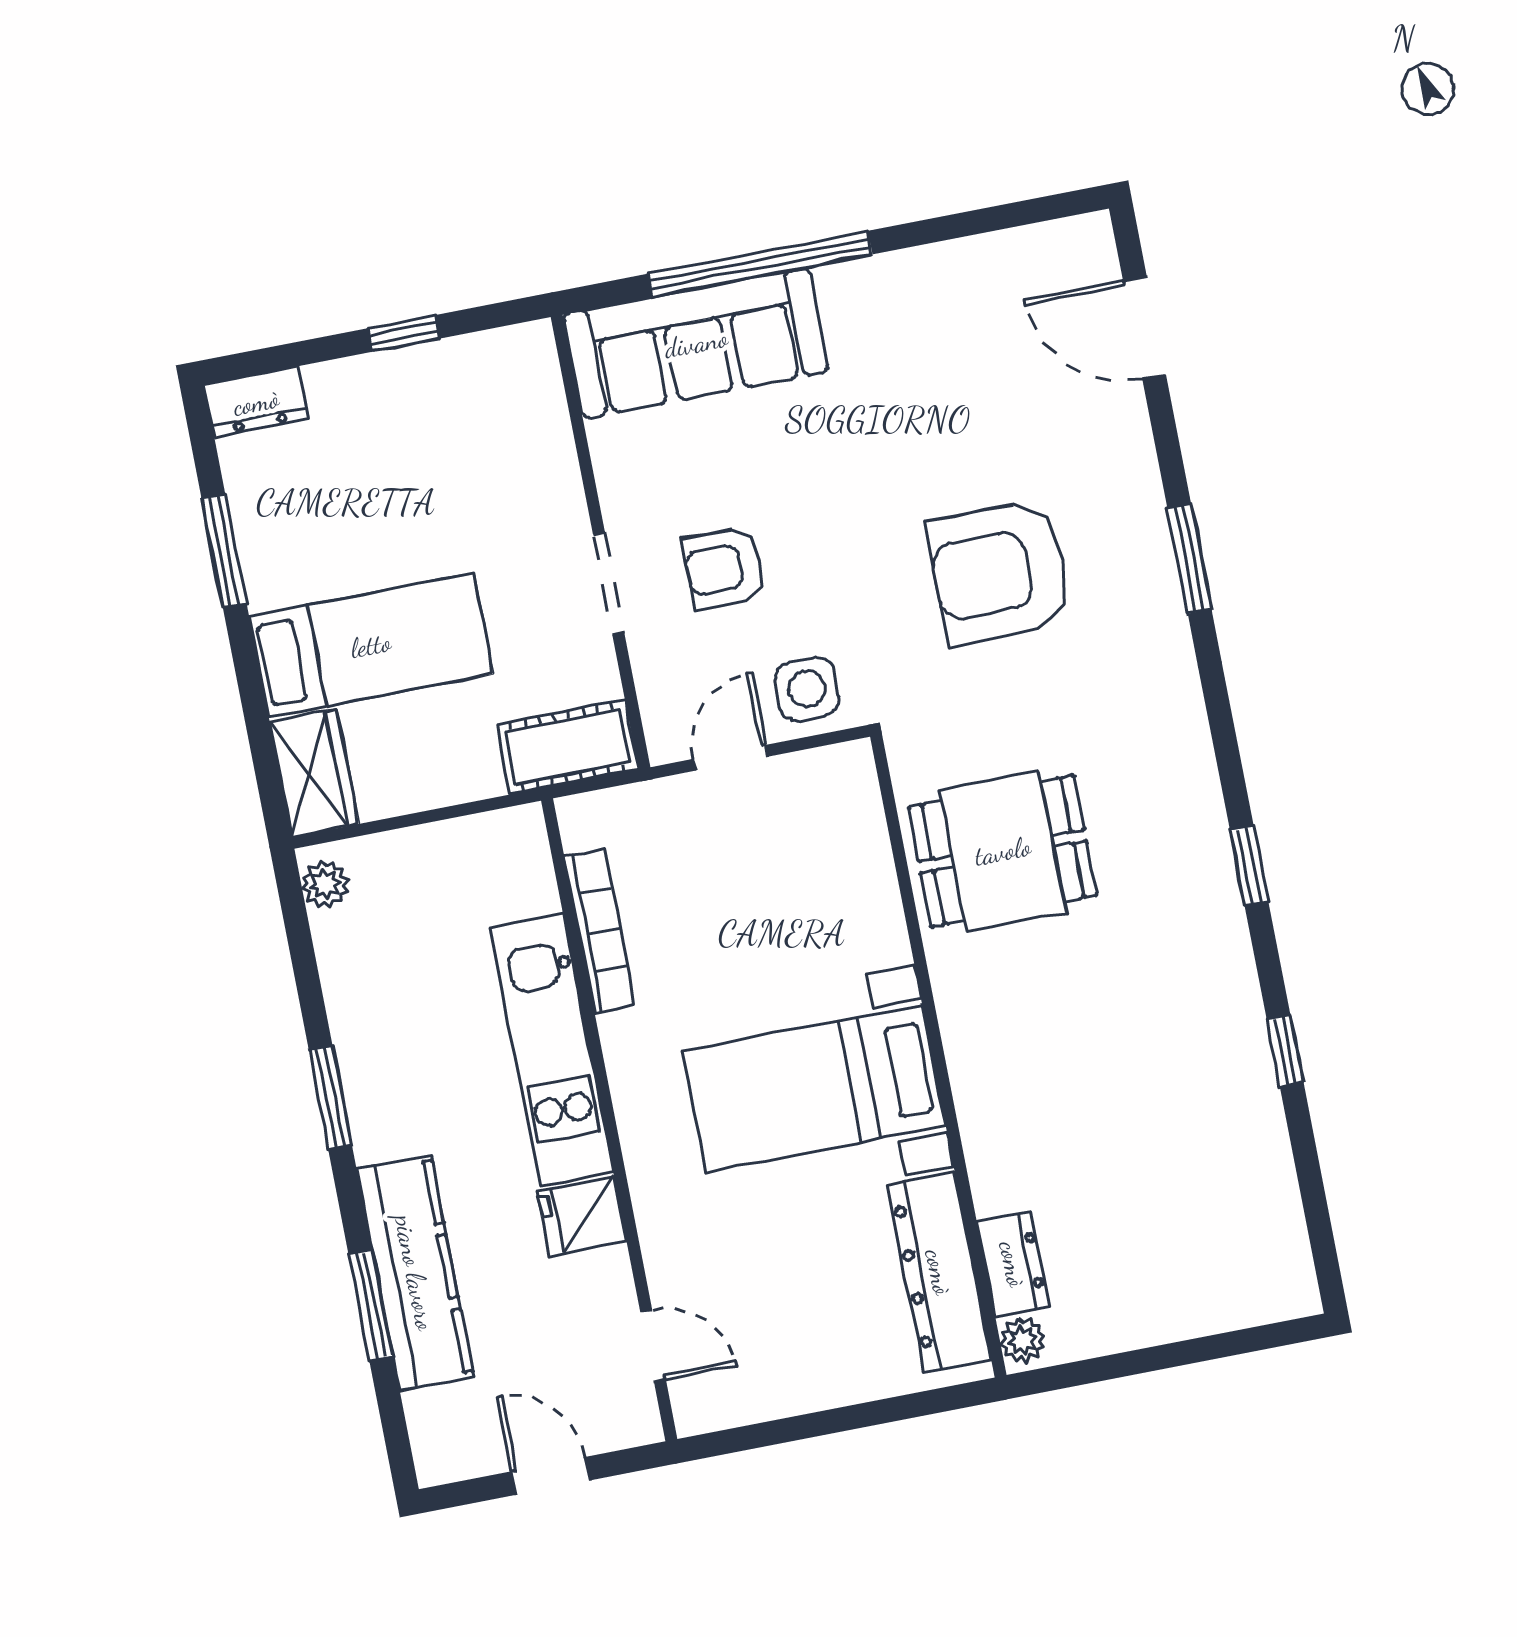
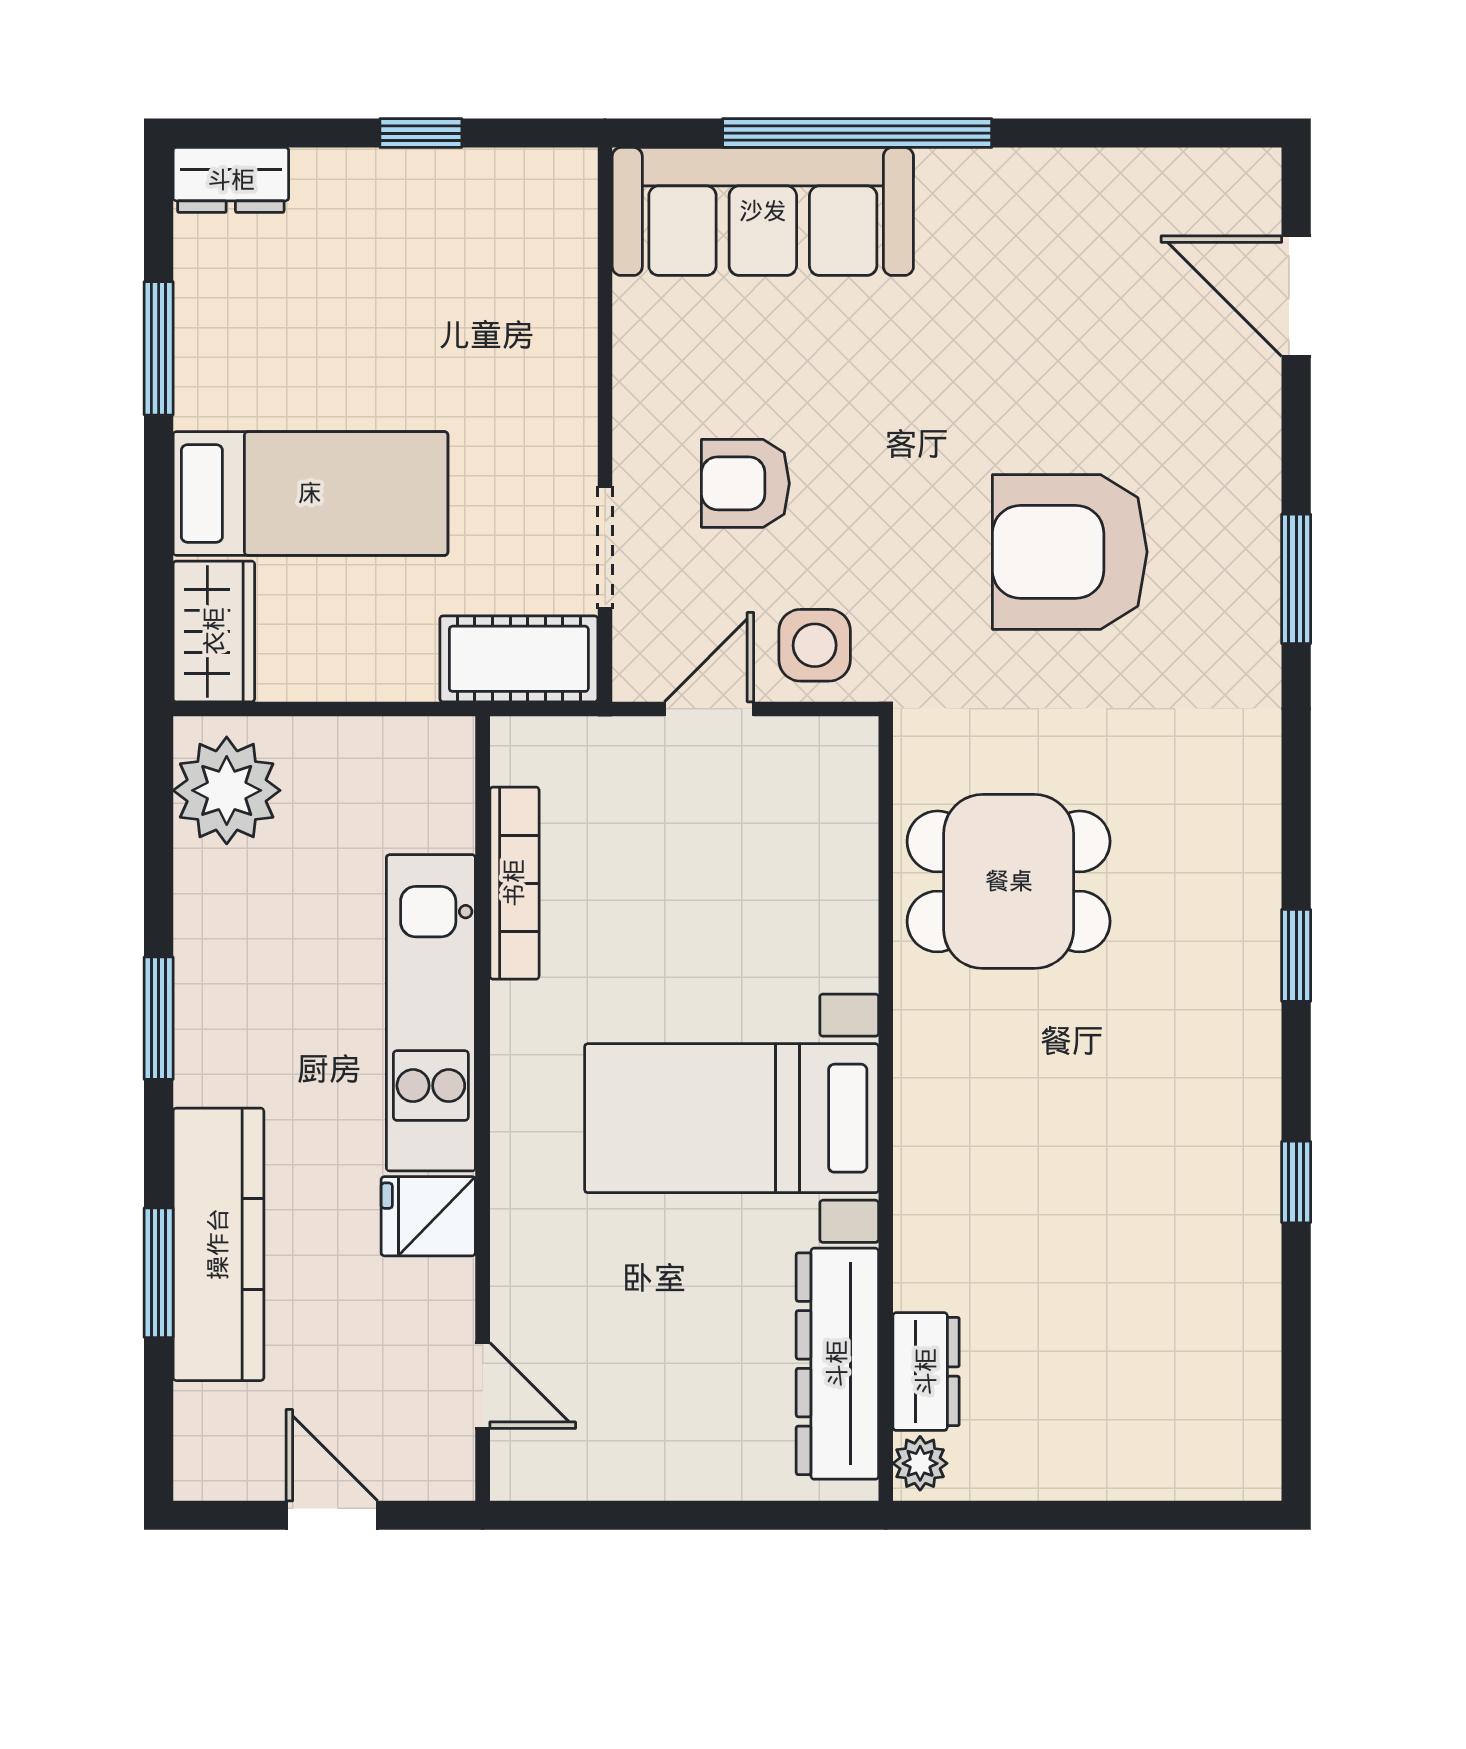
doorway: (609, 584) -> (605, 547), moved
plant: (325, 884) -> (227, 790), width x1.88, depth x1.88

